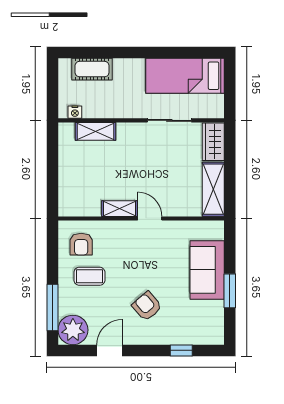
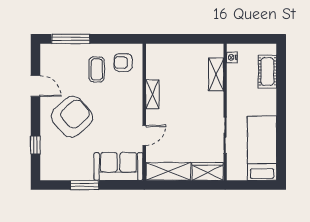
door: (150, 218) -> (144, 135), moved
sofa: (207, 270) -> (118, 166), moved
armchair: (147, 306) -> (72, 117), width x1.88, depth x1.88
plant: (73, 330) -> (52, 56), removed

